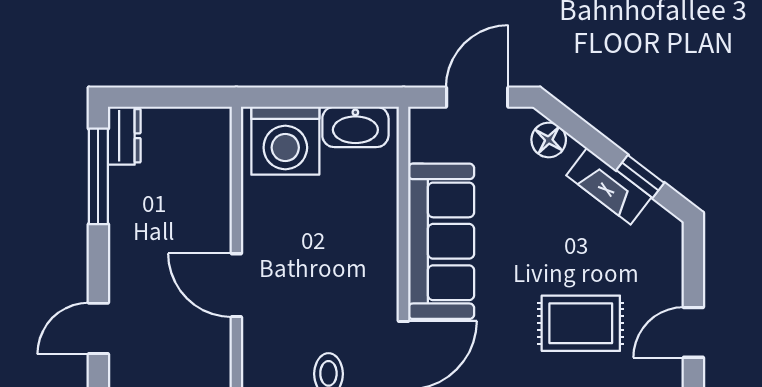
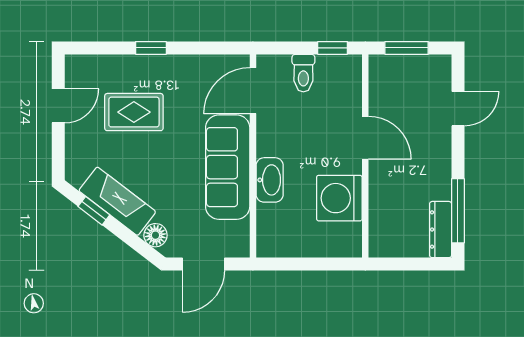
washbasin: (355, 127) -> (270, 180), moved, turned 90
dresser: (124, 136) -> (441, 230), width x1.44
washing machine: (285, 141) -> (339, 198), moved, turned -90
fireplace: (609, 186) -> (117, 201), width x1.37, depth x1.32

